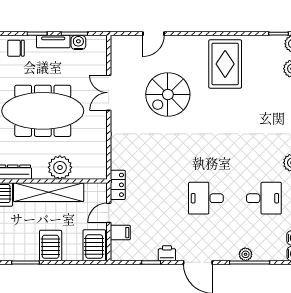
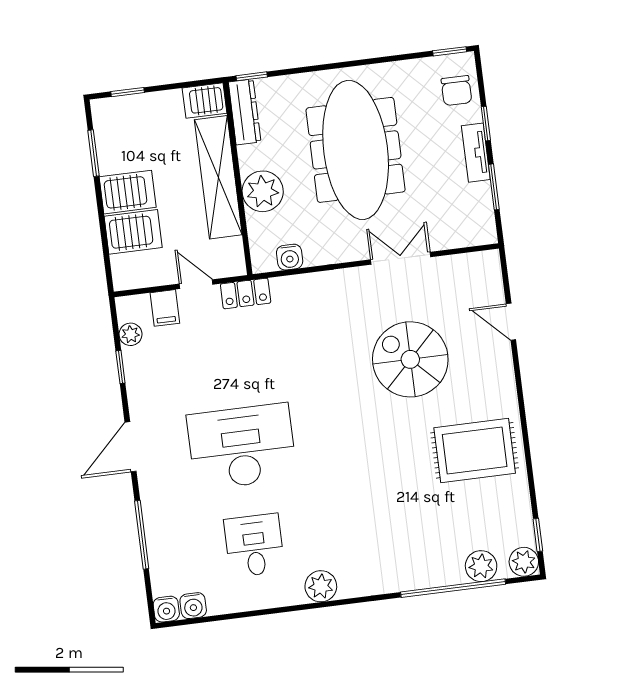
water cooler: (78, 42) -> (290, 257), moved, turned 90
chair: (16, 48) -> (456, 91), turned 180
desk: (206, 198) -> (242, 447), width x1.87, depth x1.30
desk: (264, 198) -> (254, 545), turned 180
server rack: (94, 245) -> (133, 232), moved
printer: (167, 253) -> (140, 392), removed
plant: (245, 254) -> (130, 334), moved

